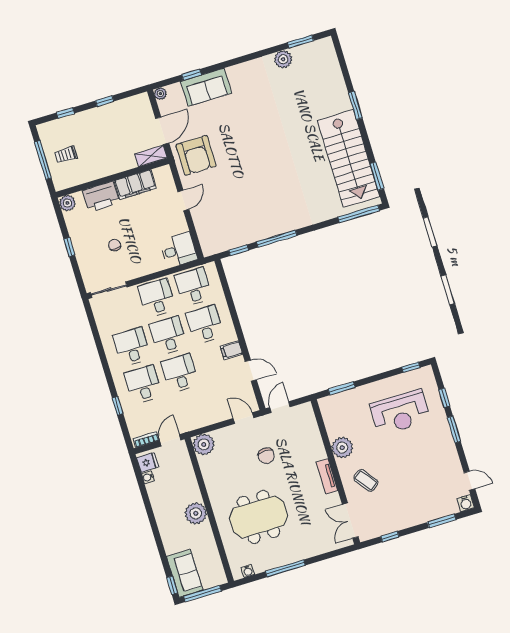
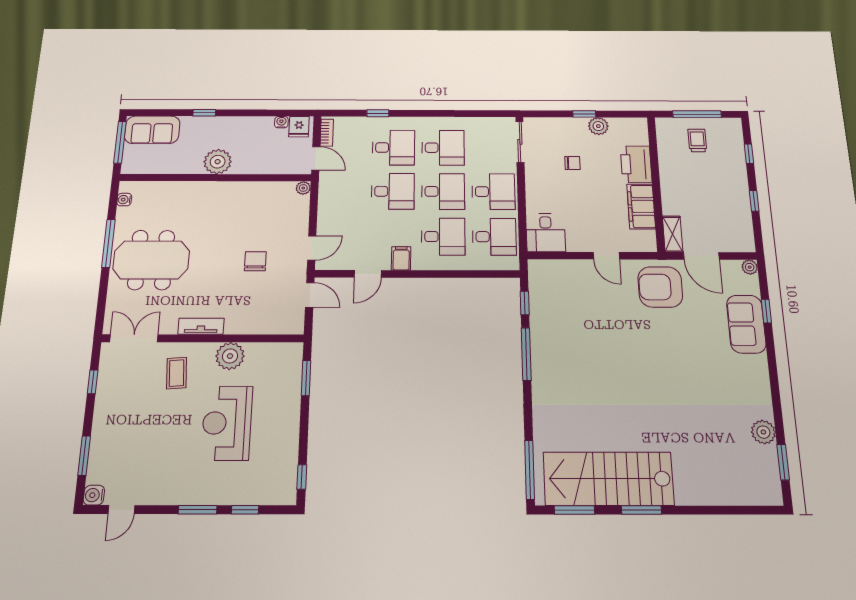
window: (355, 105) -> (641, 510), moved
plant: (67, 203) -> (598, 126), moved
reception desk: (400, 412) -> (227, 423), moved
plant: (204, 444) -> (303, 188), width x0.53, depth x0.53
chair: (266, 456) -> (255, 261), turned 90
coffee table: (366, 480) -> (177, 373), turned -58
meeting table: (259, 517) -> (151, 260), moved, turned 90
window: (172, 585) -> (204, 113), moved

